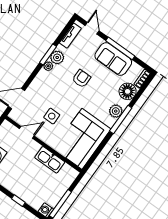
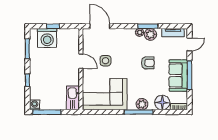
door: (27, 132) -> (81, 61), moved
kitchen sink: (50, 160) -> (73, 98), moved

